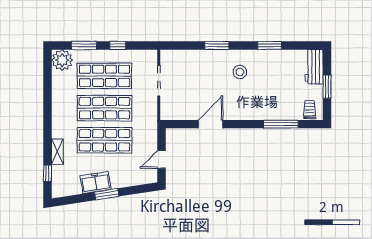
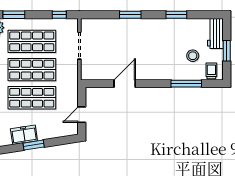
window: (118, 45) -> (59, 15), moved
stool: (240, 72) -> (193, 56), moved

